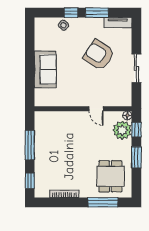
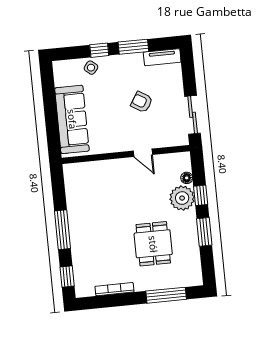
armchair: (99, 55) -> (142, 102), width x0.53, depth x0.53
sofa: (45, 69) -> (72, 119), width x1.36
wall: (83, 109) -> (126, 155), moved
door: (96, 109) -> (143, 153), moved
dining table: (110, 176) -> (153, 244), moved

